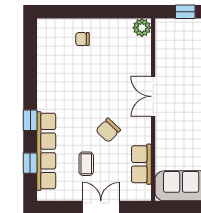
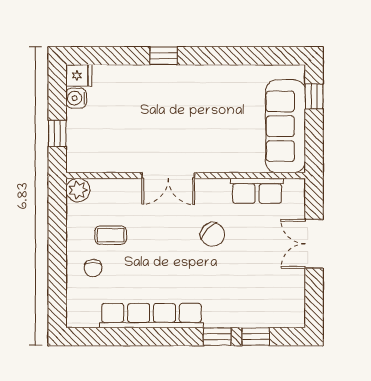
window: (30, 120) -> (217, 337), moved
row of seats: (46, 151) -> (152, 316), moved
coffee table: (86, 164) -> (111, 235), moved

